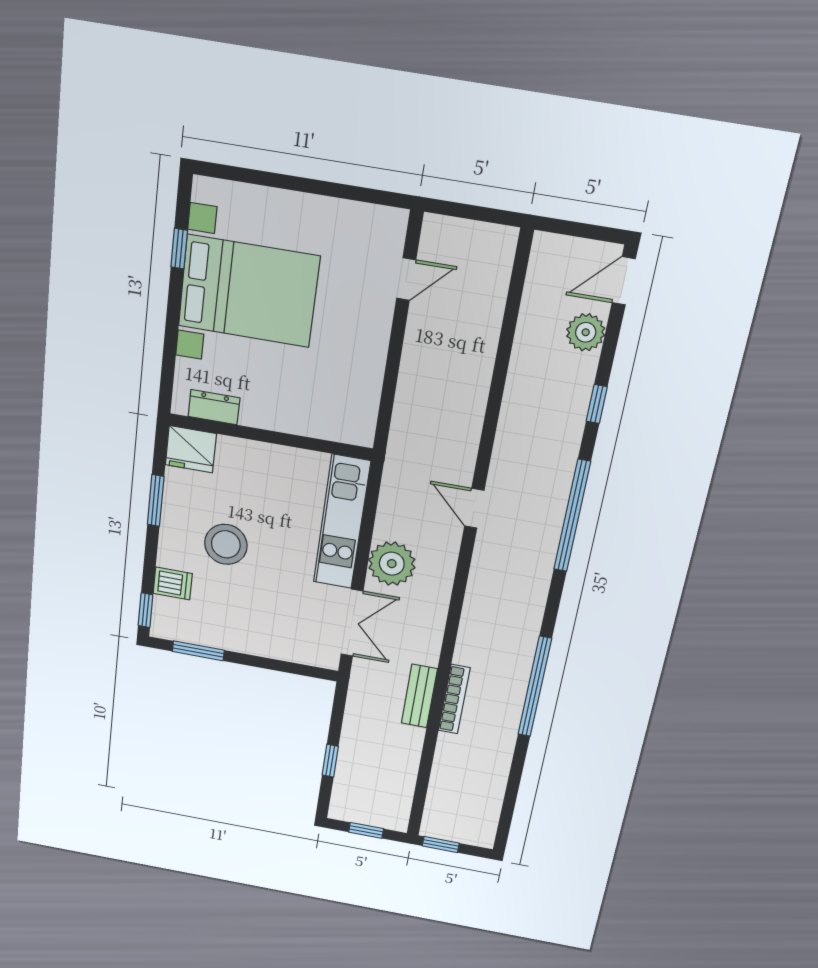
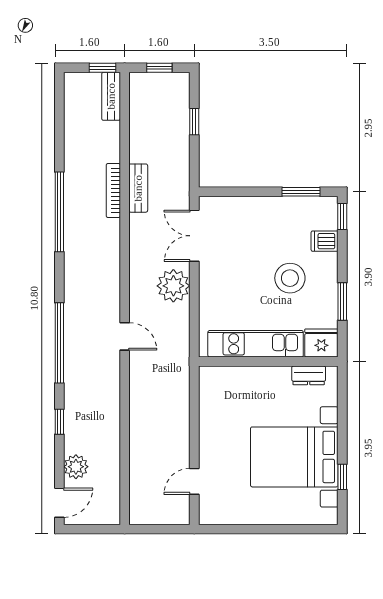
kitchen unit: (342, 522) -> (256, 344), moved, turned -90
bench: (436, 810) -> (111, 96), added

